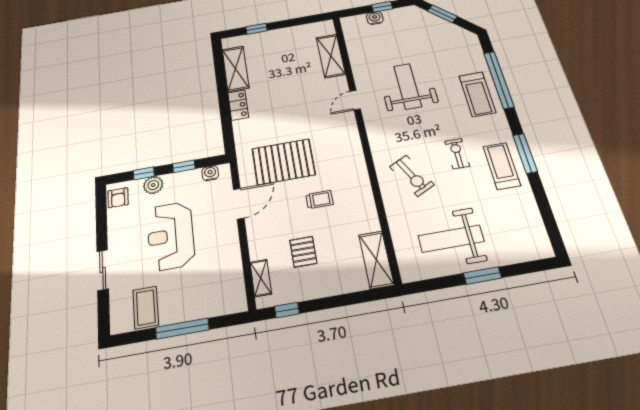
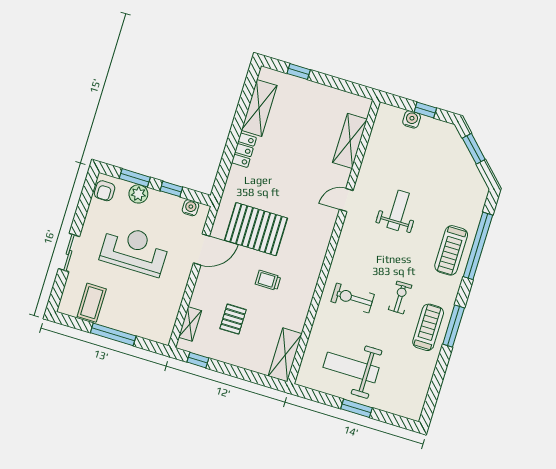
weight bench: (408, 86) -> (398, 210), width x0.73, depth x0.75
window: (144, 173) -> (135, 178), width x1.50
exercise bike: (412, 176) -> (353, 298), turned 117
trolley: (319, 200) -> (268, 280), turned 180
reception desk: (171, 236) -> (135, 250), turned 90

